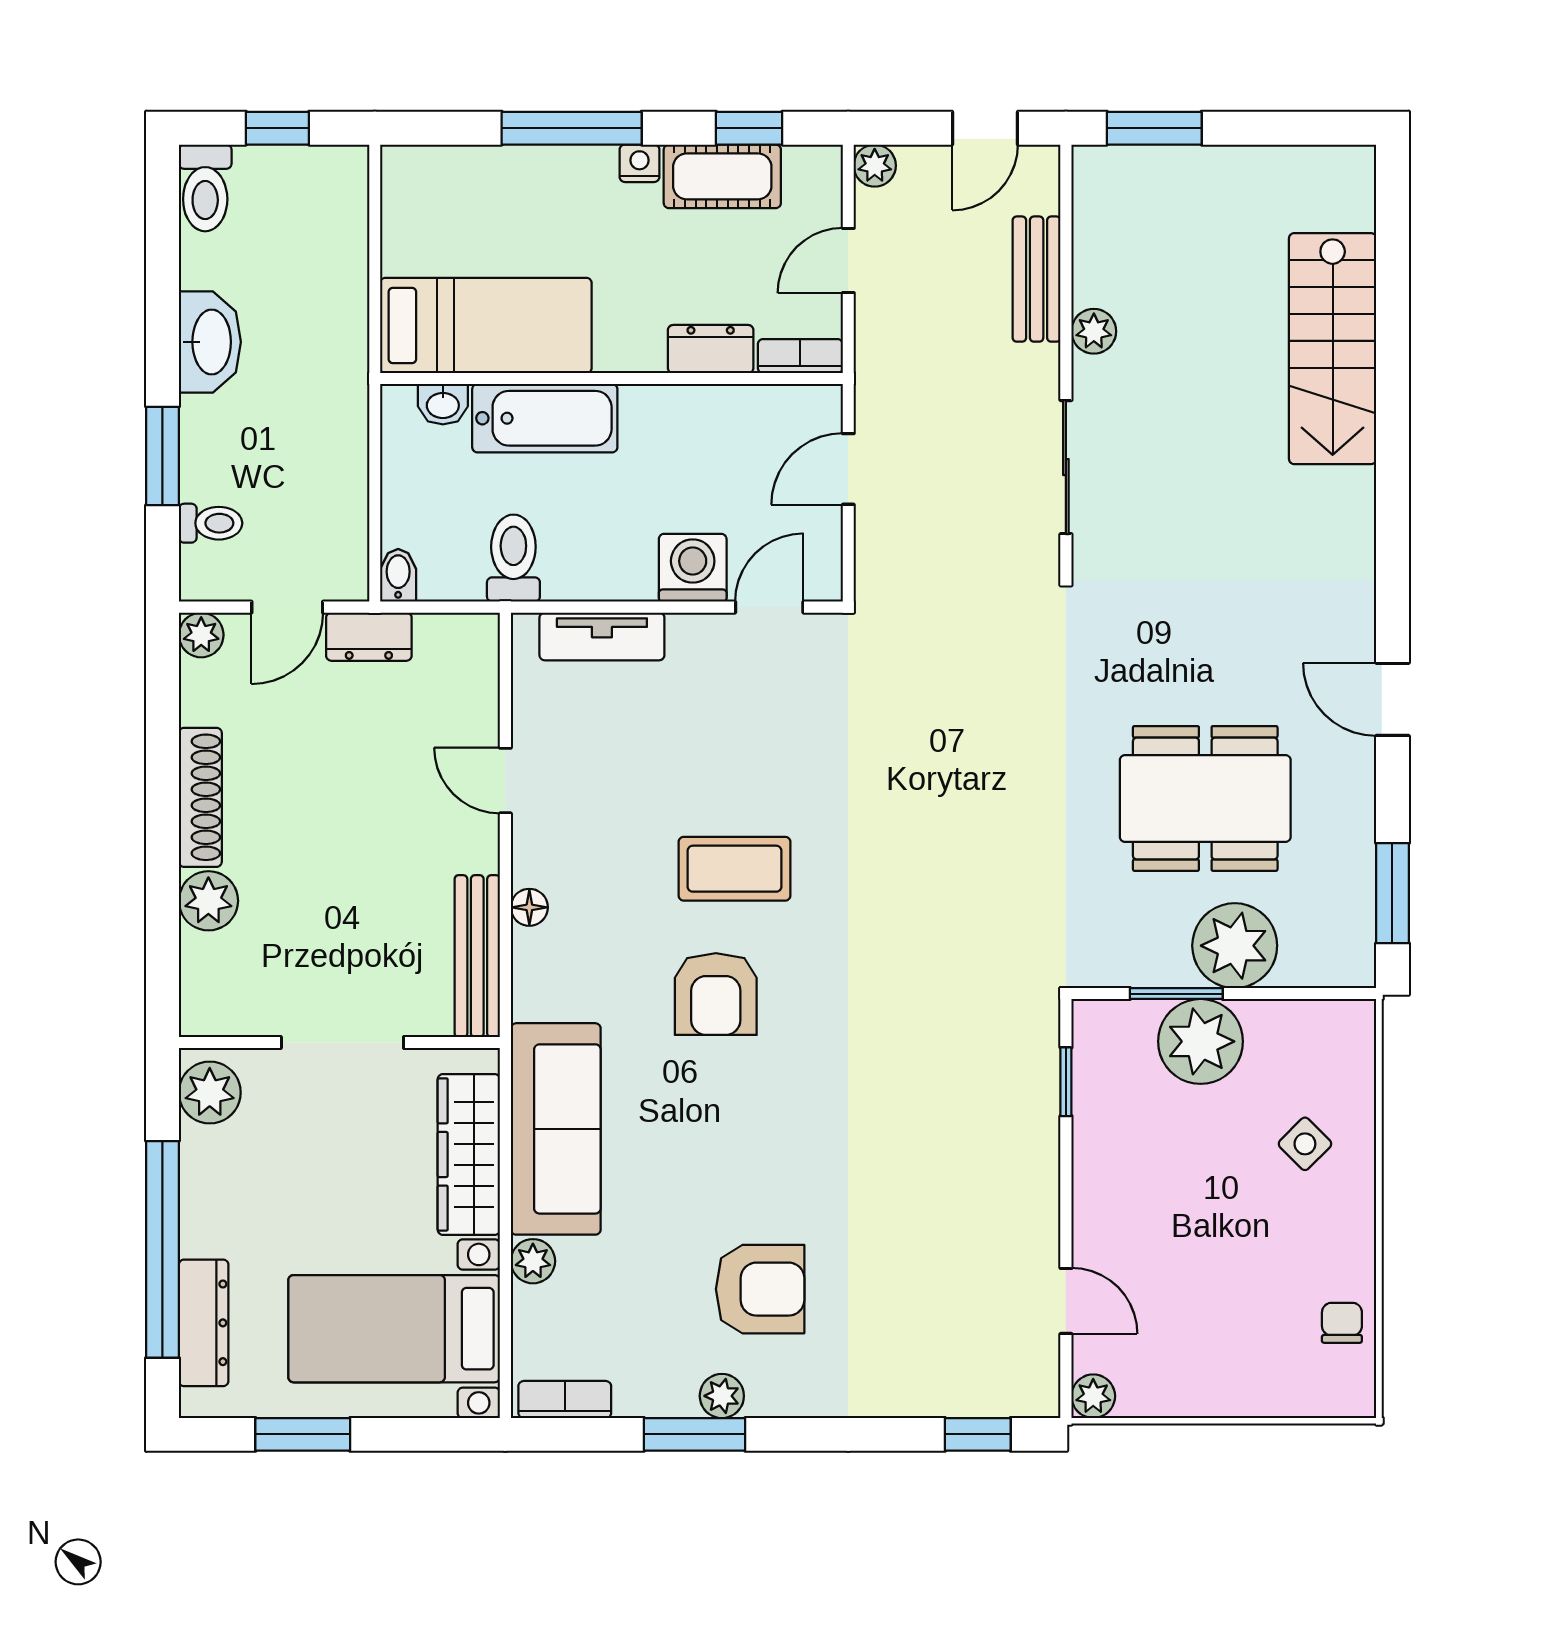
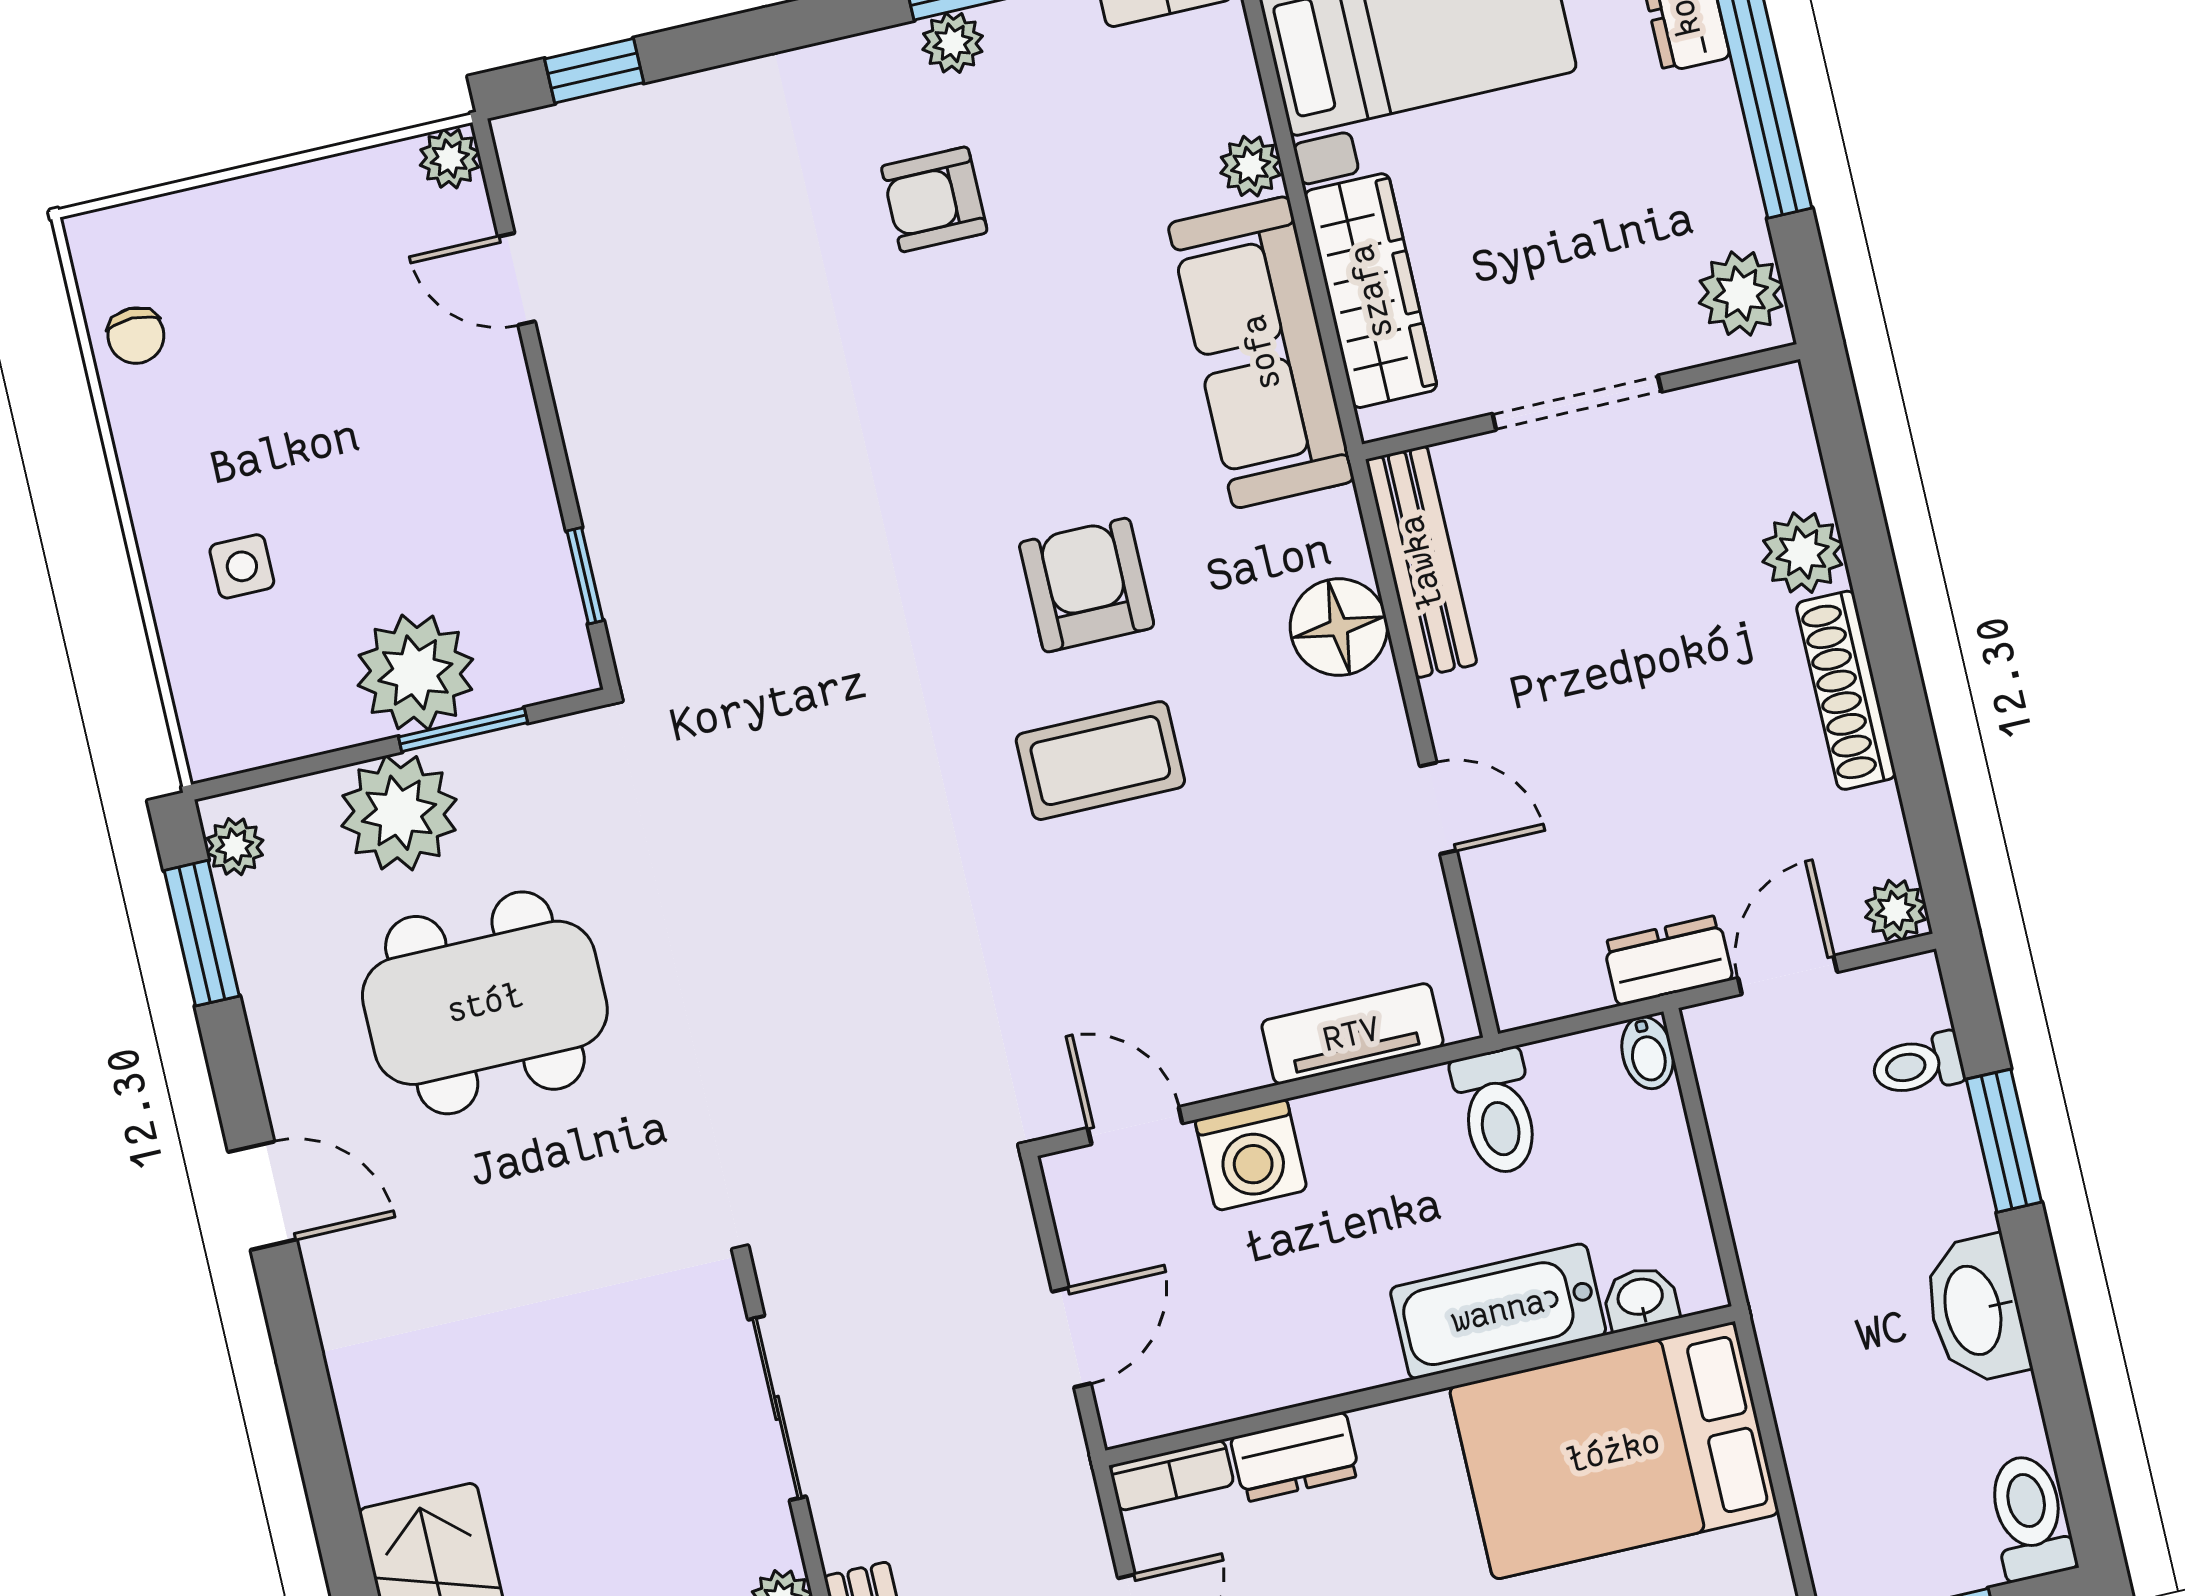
bed: (486, 326) -> (1614, 1451), width x1.50
door: (769, 607) -> (1135, 1126), swing flipped
floor lamp: (529, 907) -> (1339, 627), width x1.89, depth x1.89
plant: (1355, 949) -> (235, 847), added
side table: (1305, 1144) -> (242, 566), turned 45
armchair: (760, 1289) -> (934, 199), width x0.72, depth x0.72

